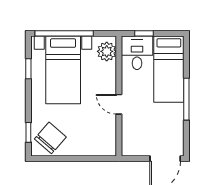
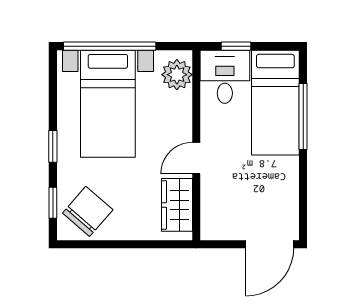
window: (28, 69) -> (53, 146), moved
window: (186, 99) -> (303, 116), moved
door: (119, 104) -> (196, 158), hinge flipped
wardrobe: (107, 134) -> (177, 205), added

